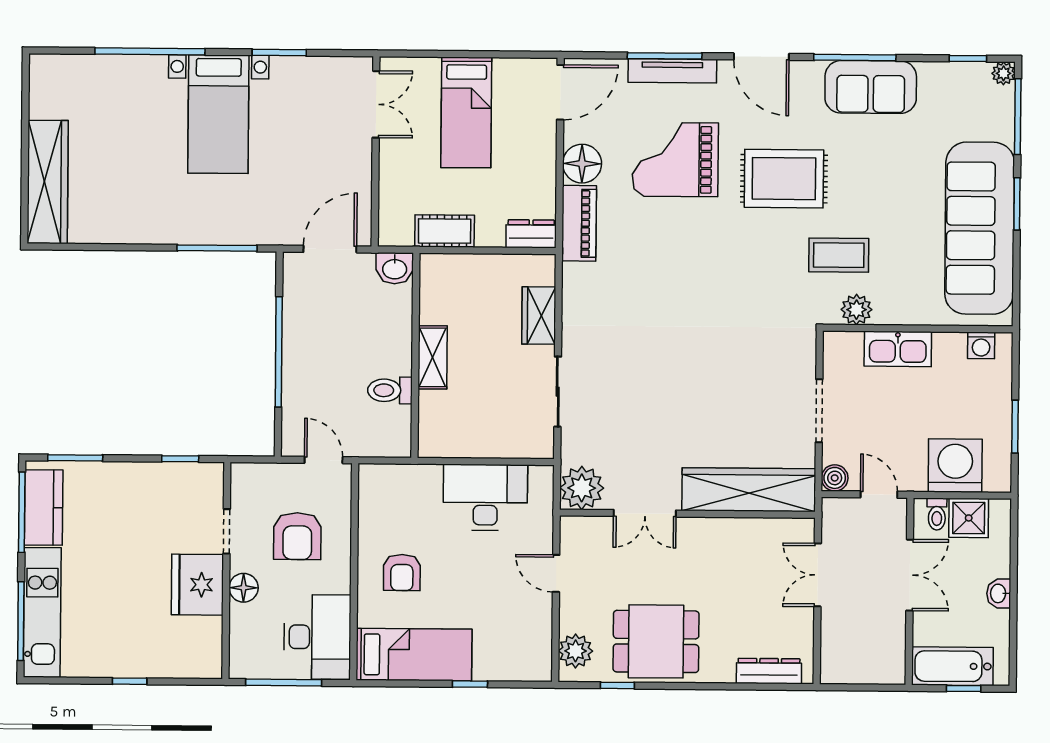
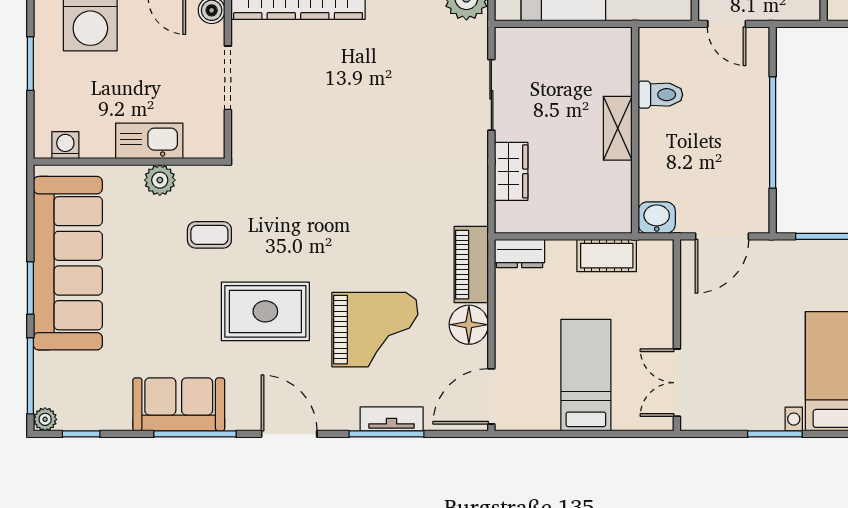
tv unit: (672, 71) -> (392, 419), width x0.71
coffee table: (839, 255) -> (209, 235), width x0.73, depth x0.77
plant: (856, 310) -> (160, 180), moved

